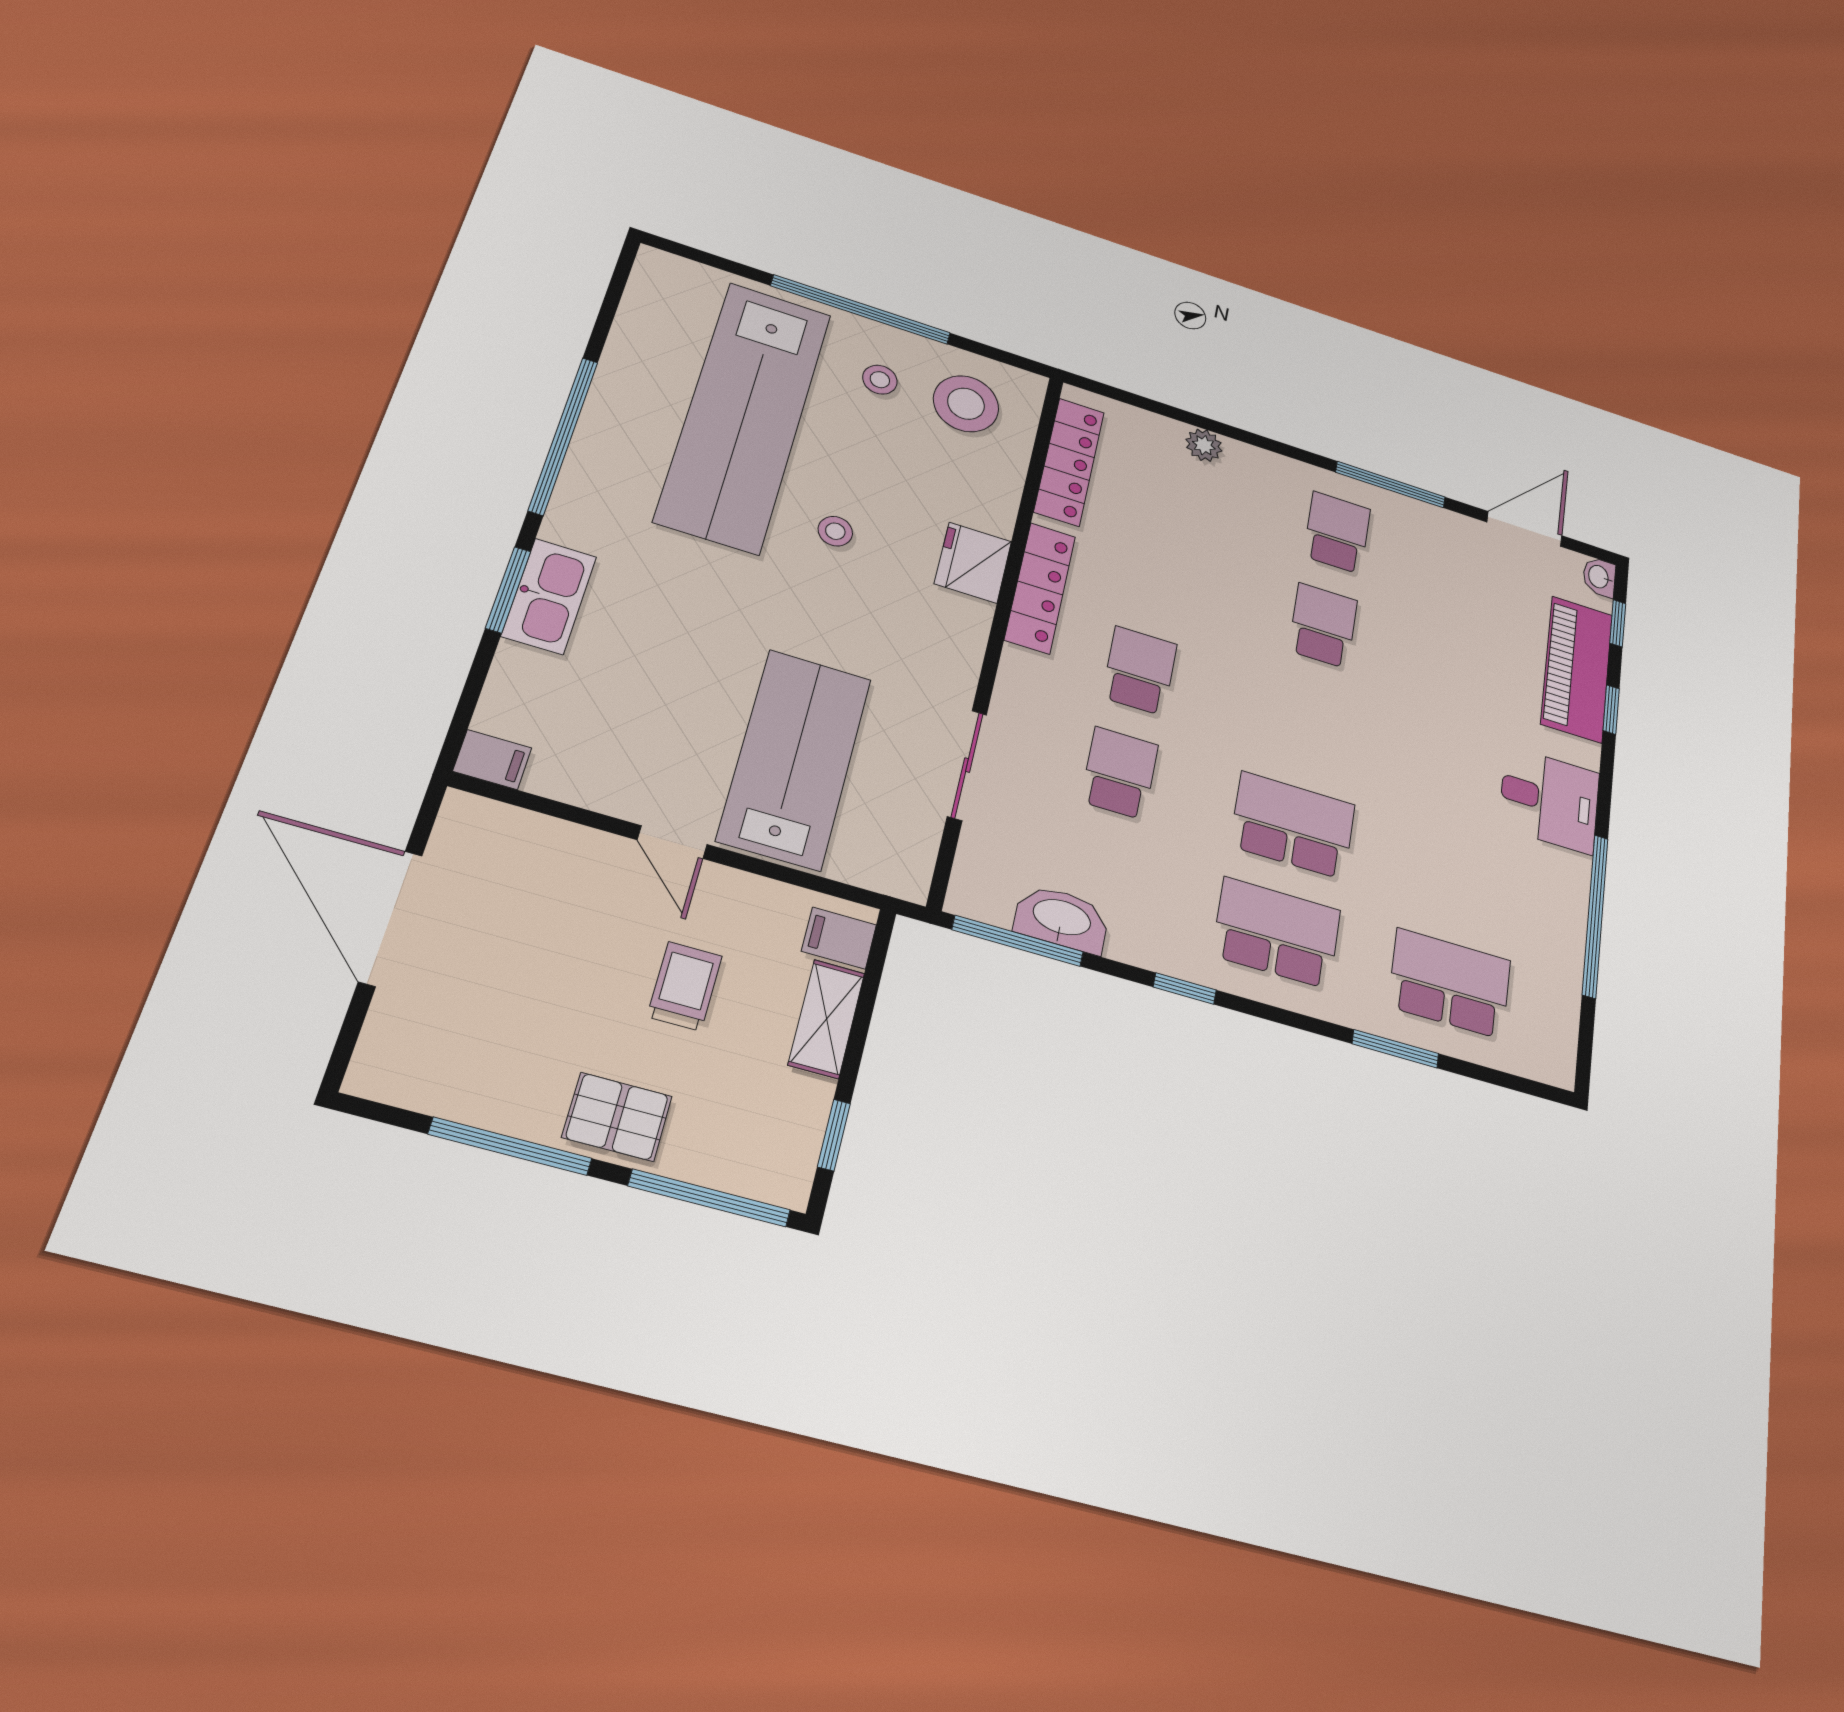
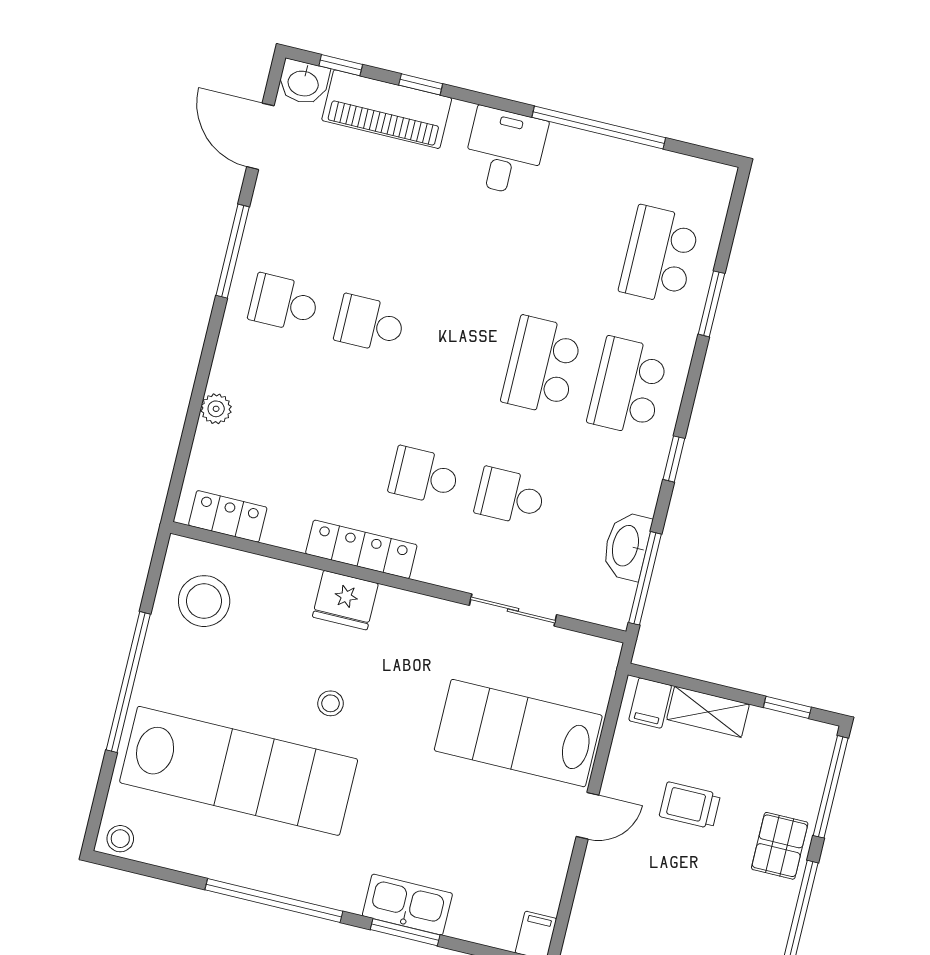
stool: (880, 380) -> (120, 839), moved
locker: (1069, 462) -> (228, 516), width x0.66
washbasin: (1599, 577) -> (303, 82), width x1.38, depth x1.45

